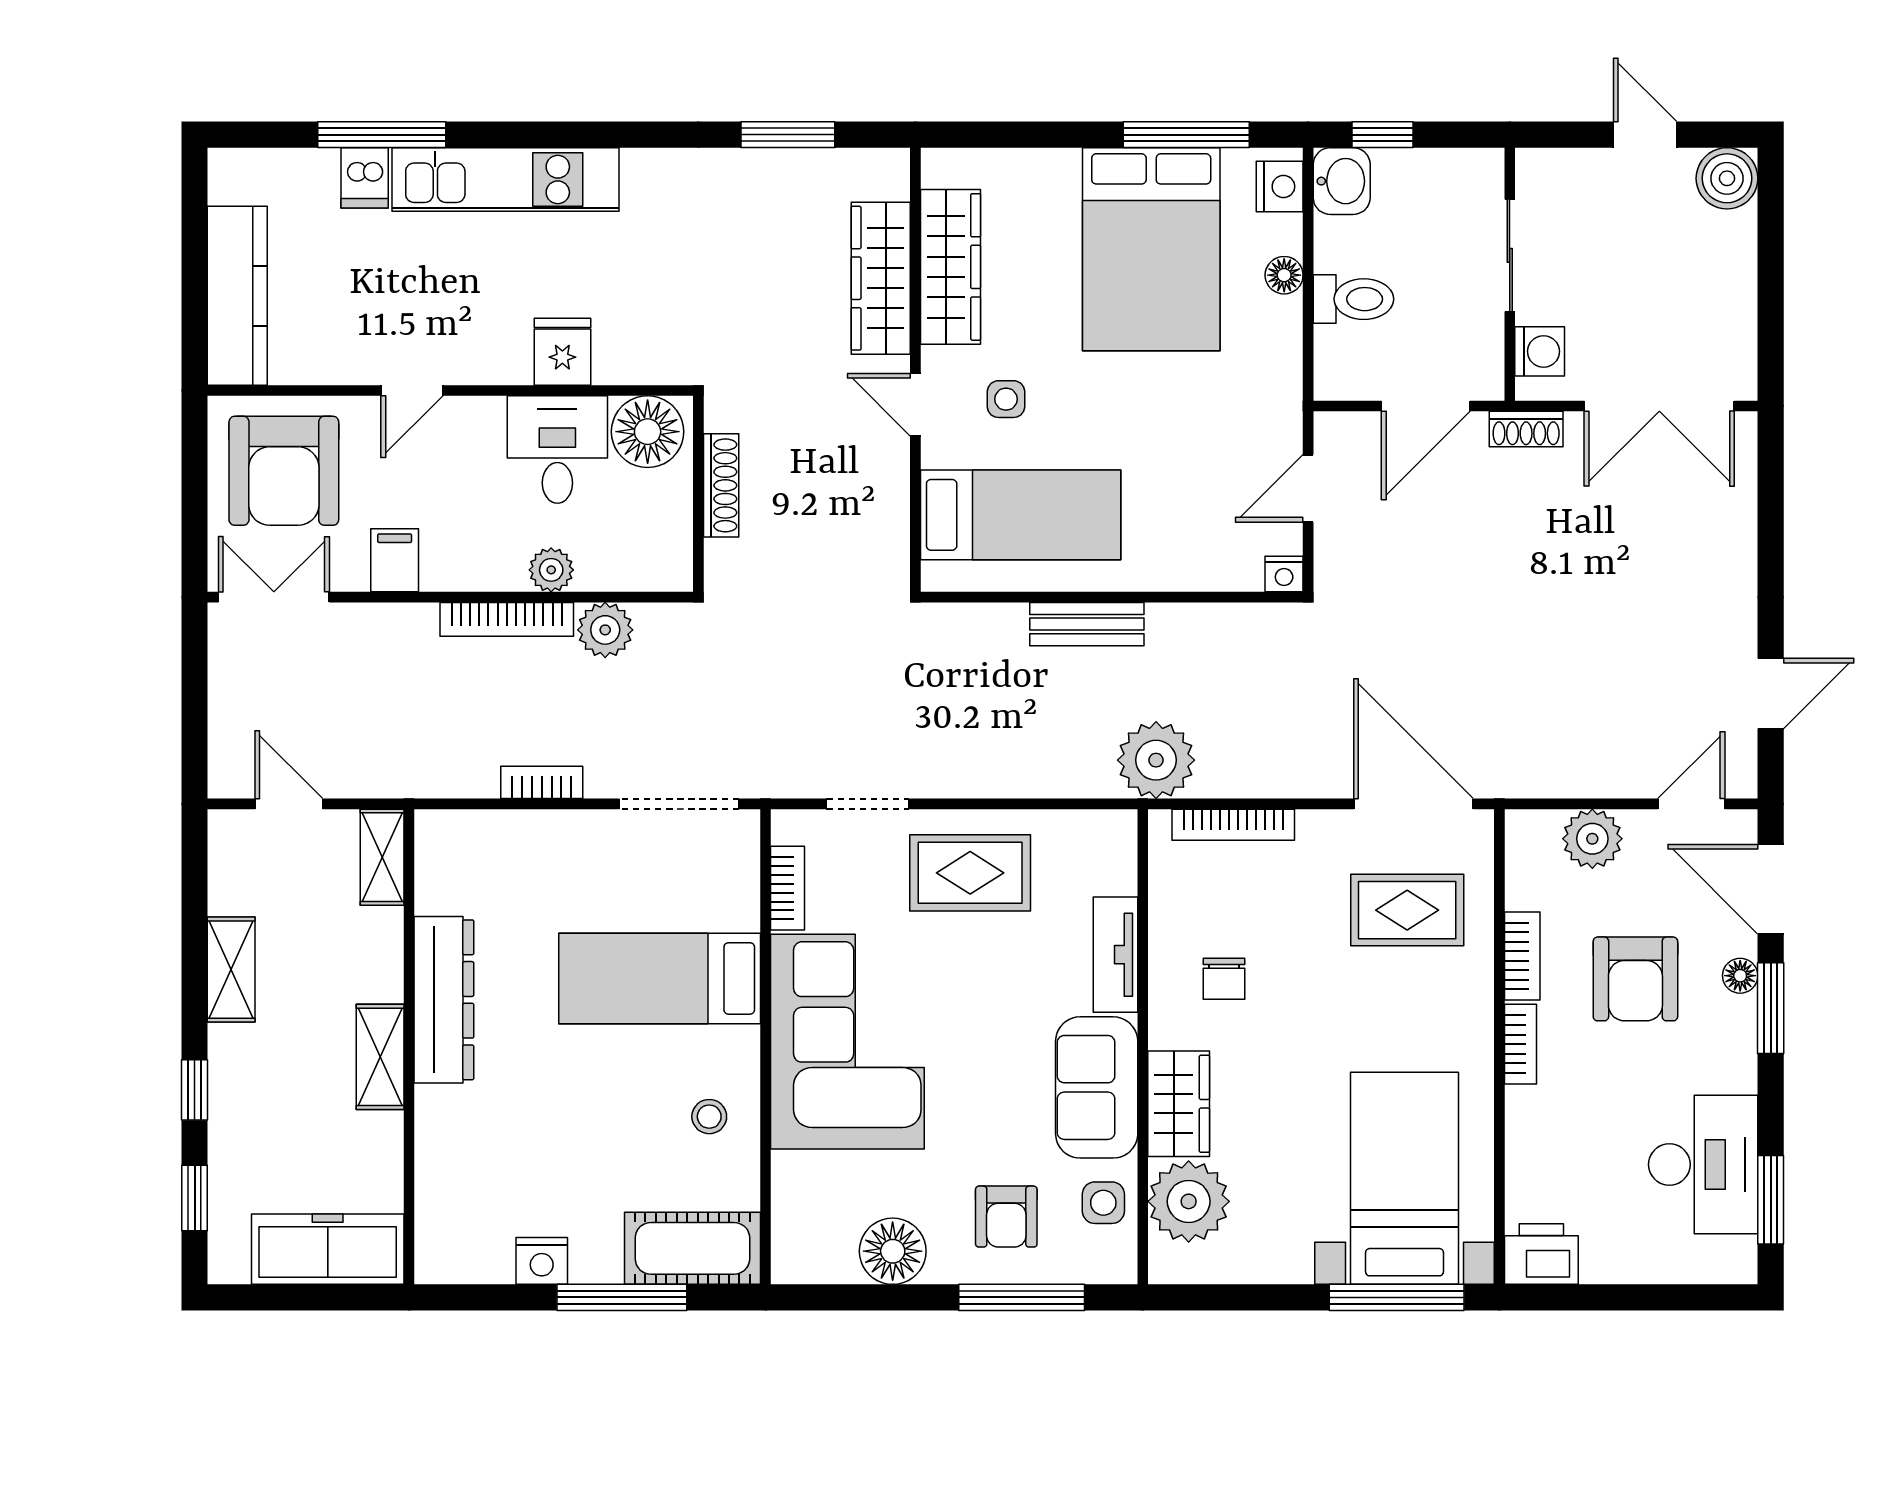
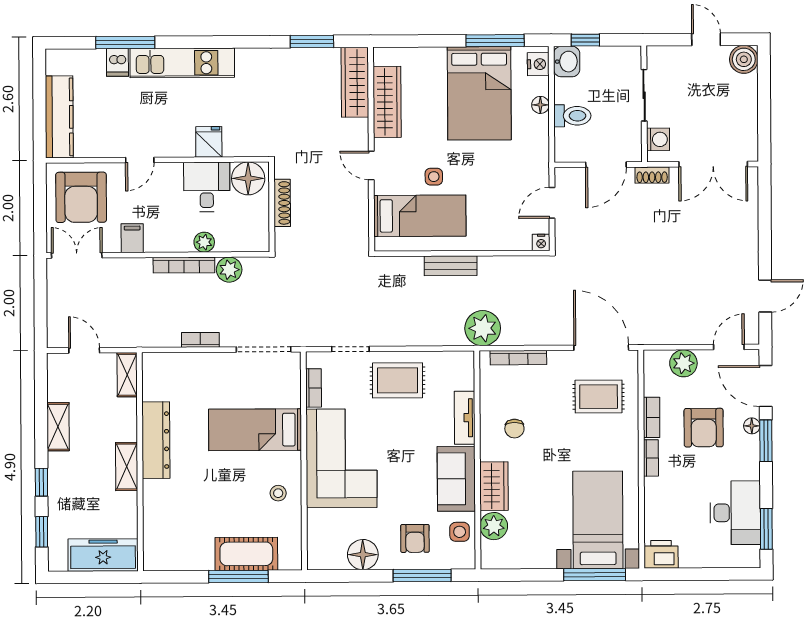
wardrobe: (881, 278) -> (355, 82), moved
side table: (1006, 399) -> (434, 177), moved
plant: (1189, 1201) -> (494, 526), width x0.73, depth x0.73
cot: (692, 1248) -> (246, 554), moved
nightstand: (542, 1261) -> (201, 560), removed

